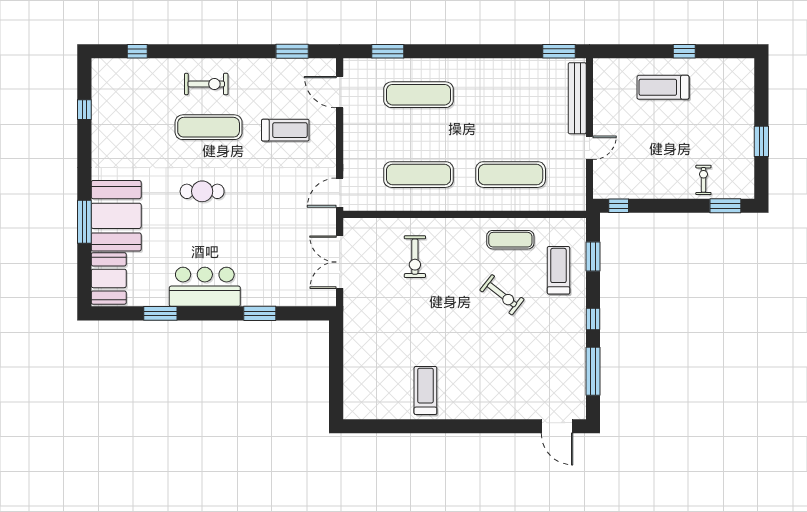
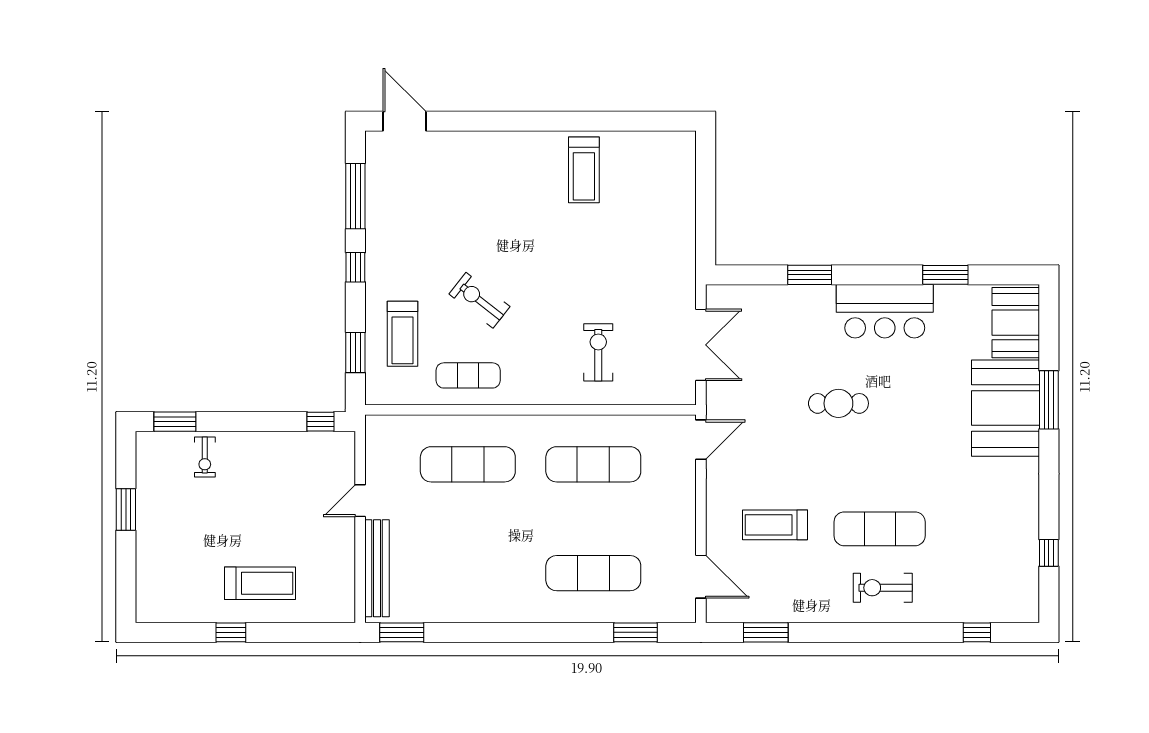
cafe table: (202, 191) -> (838, 403), moved

